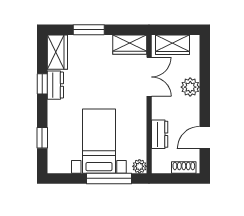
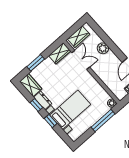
dresser: (160, 134) -> (108, 81), removed
window: (42, 138) -> (51, 121), moved
bed with nightstands: (99, 141) -> (70, 110), moved, turned 90

